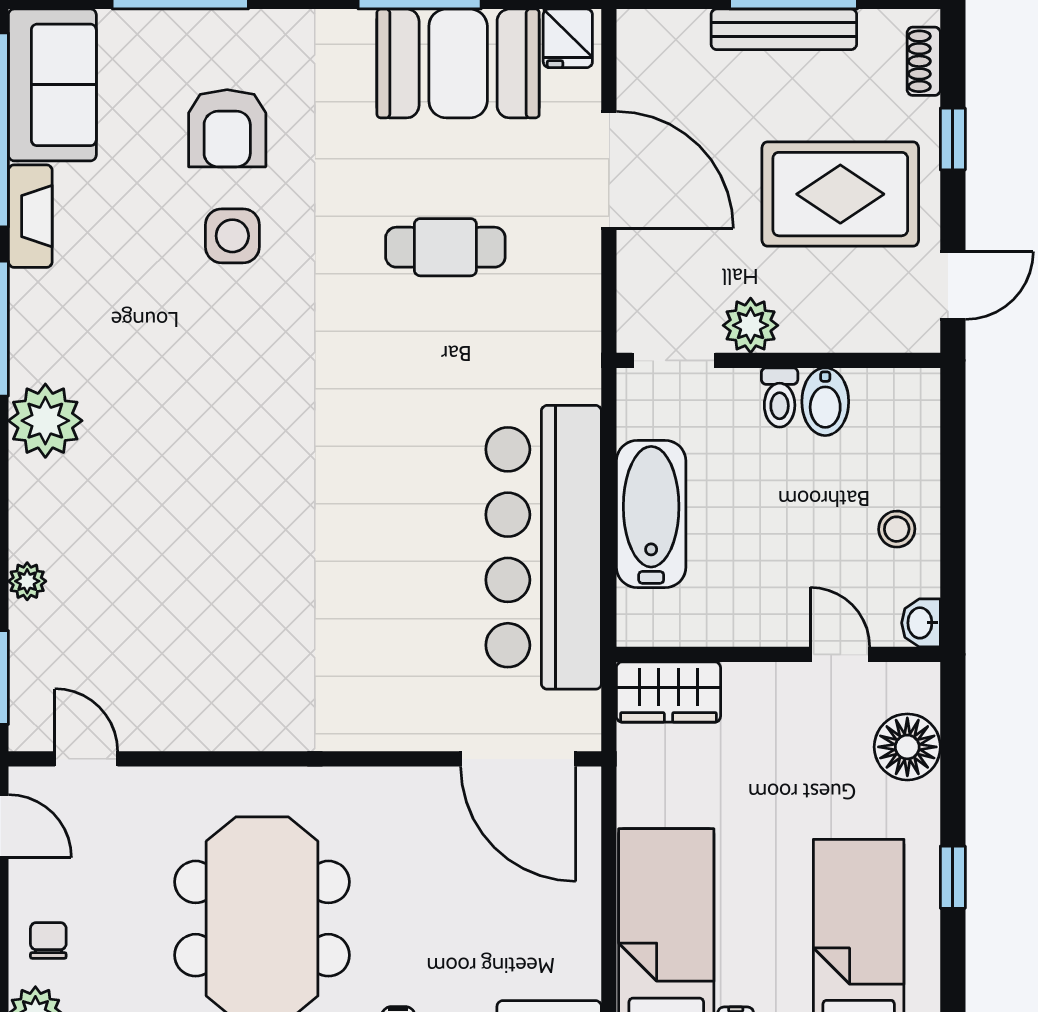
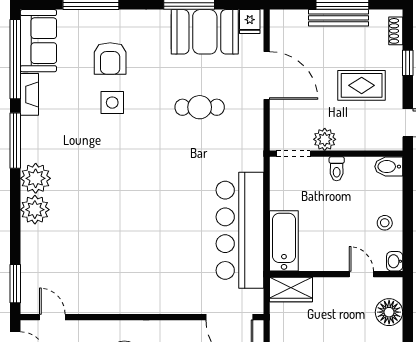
rug: (840, 194) -> (362, 85), width x0.73, depth x0.70
bidet: (825, 402) -> (389, 167), moved, turned 90
bathtub: (651, 514) -> (284, 241), moved
plant: (27, 581) -> (35, 210), moved, width x1.88, depth x1.88

